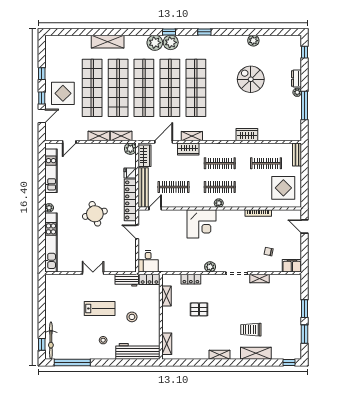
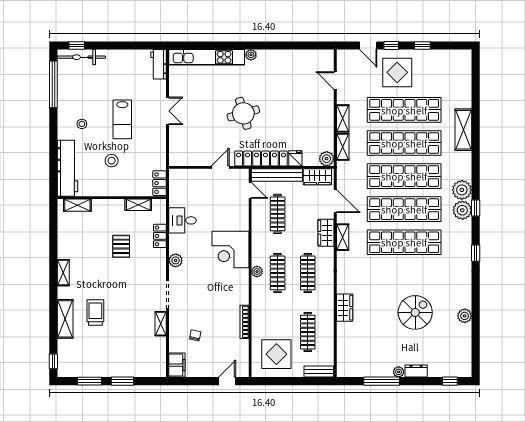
kitchen unit: (51, 171) -> (298, 57), removed
desk: (148, 261) -> (183, 220), moved
workbench: (127, 280) -> (158, 64), moved

